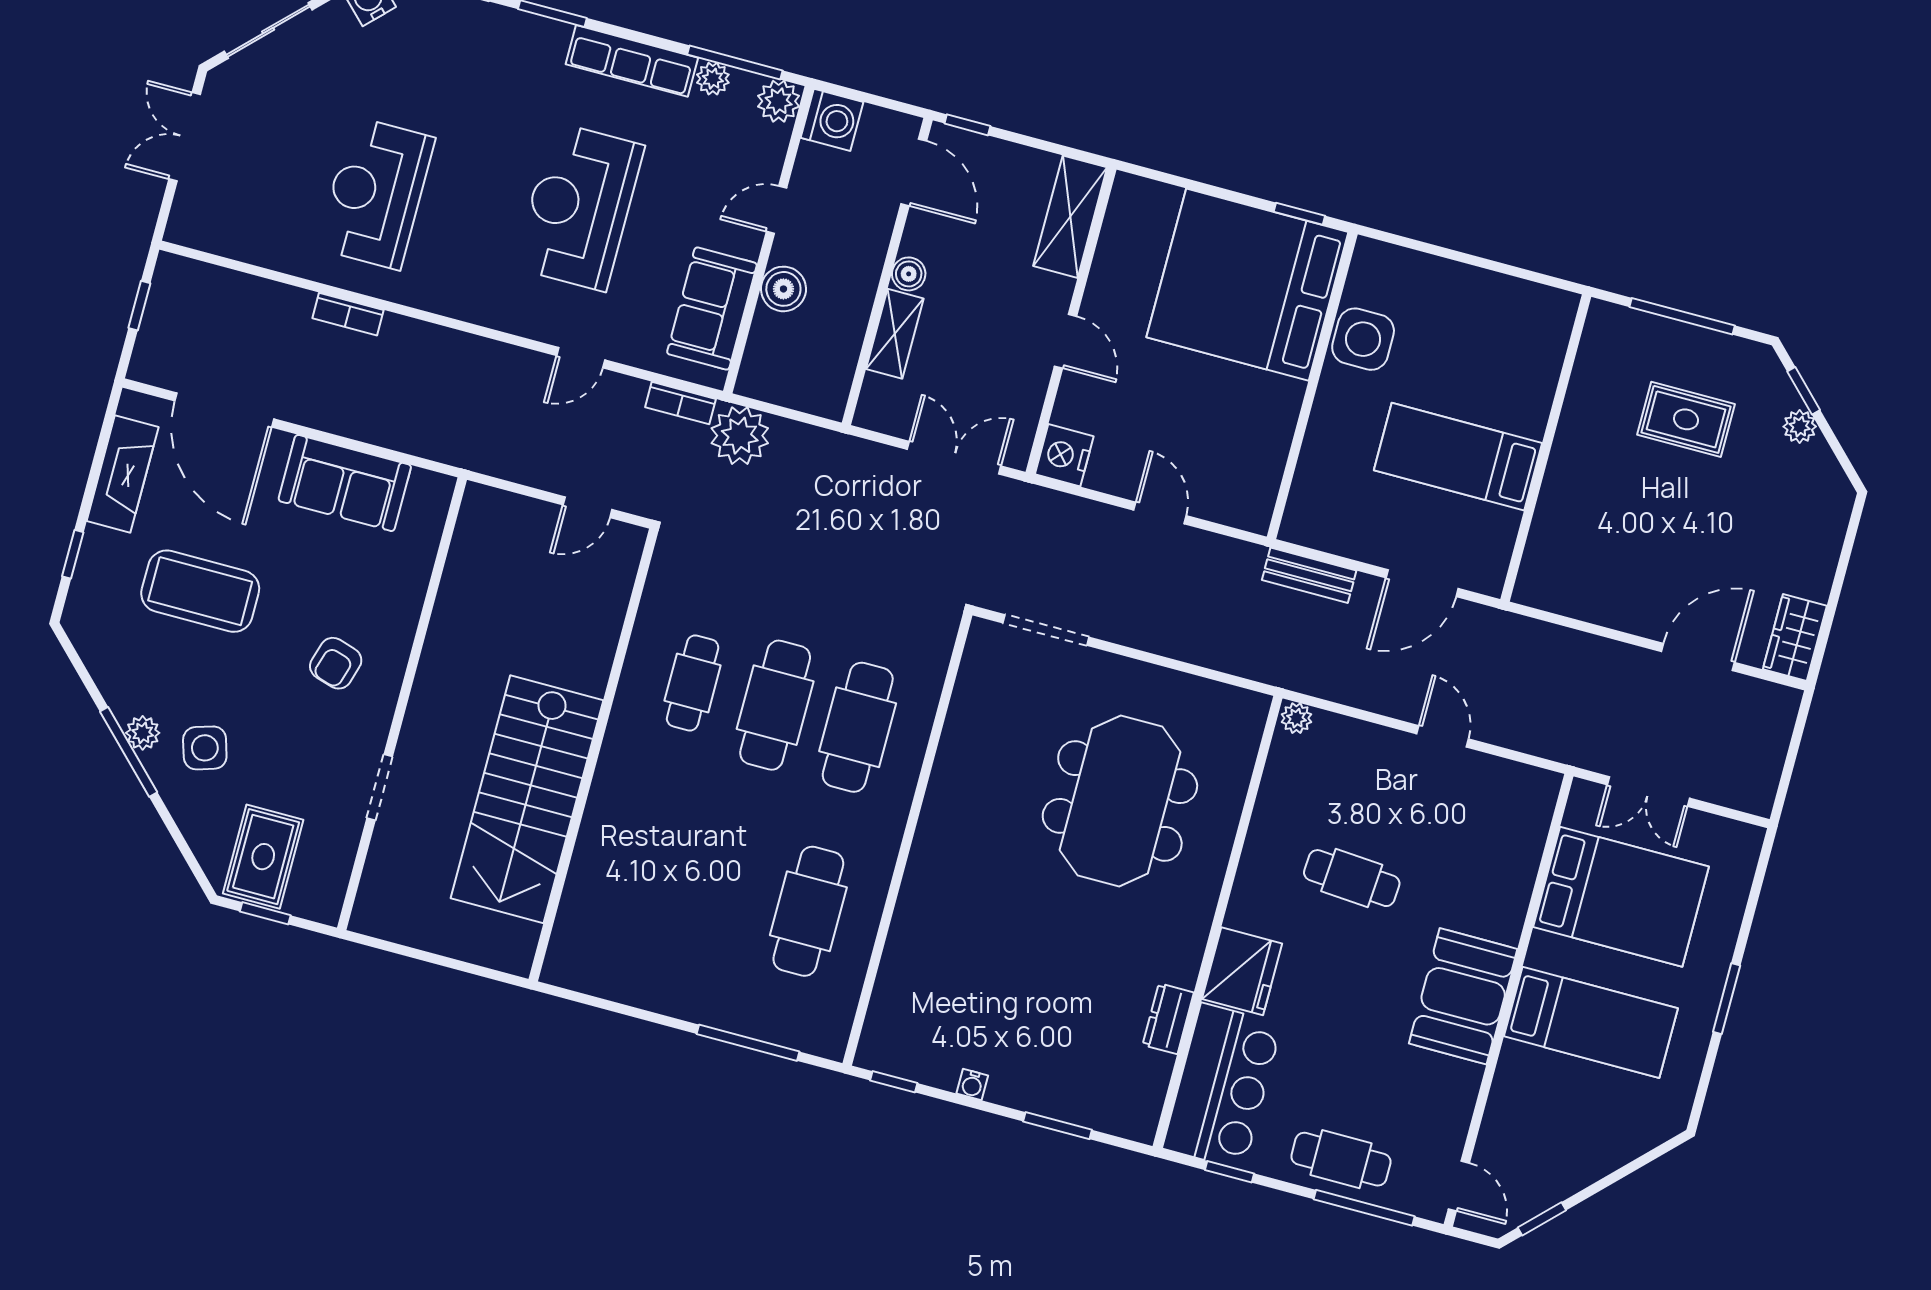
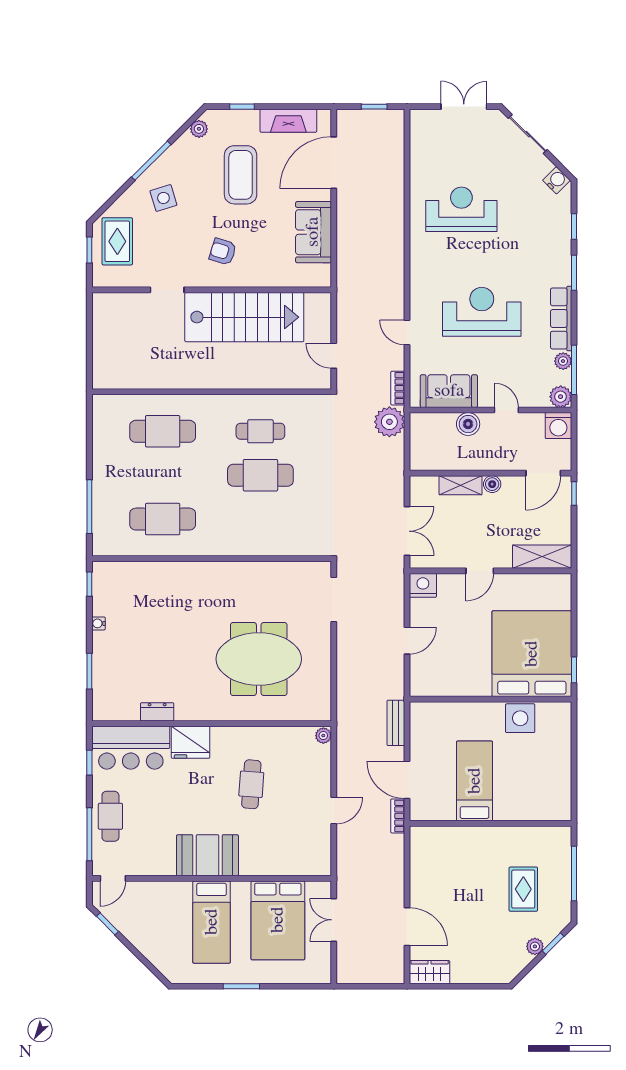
bookcase: (348, 314) -> (398, 816), moved
cafe table: (858, 727) -> (163, 431), moved
plant: (143, 733) -> (199, 129), moved
stairs: (527, 799) -> (244, 317), moved, turned 180
rug: (263, 857) -> (117, 241), turned 90

